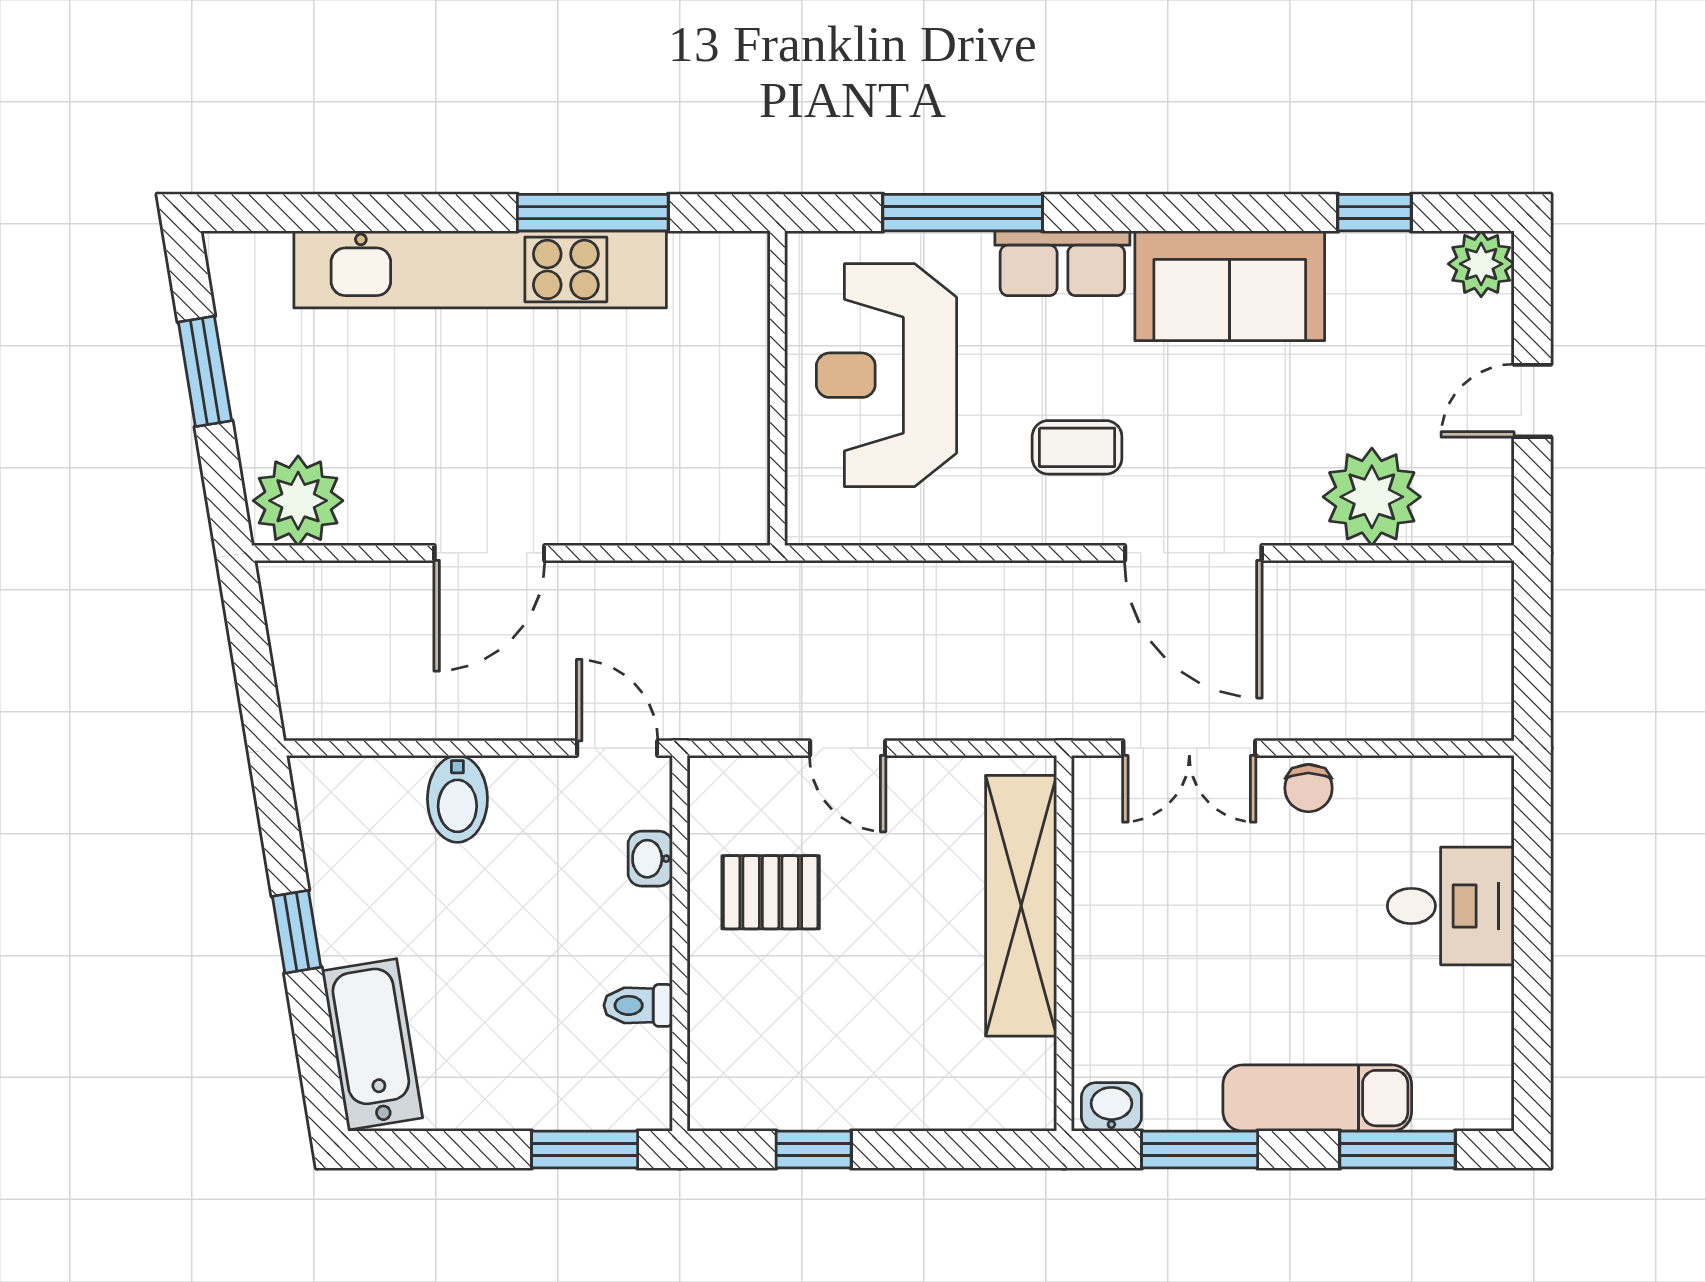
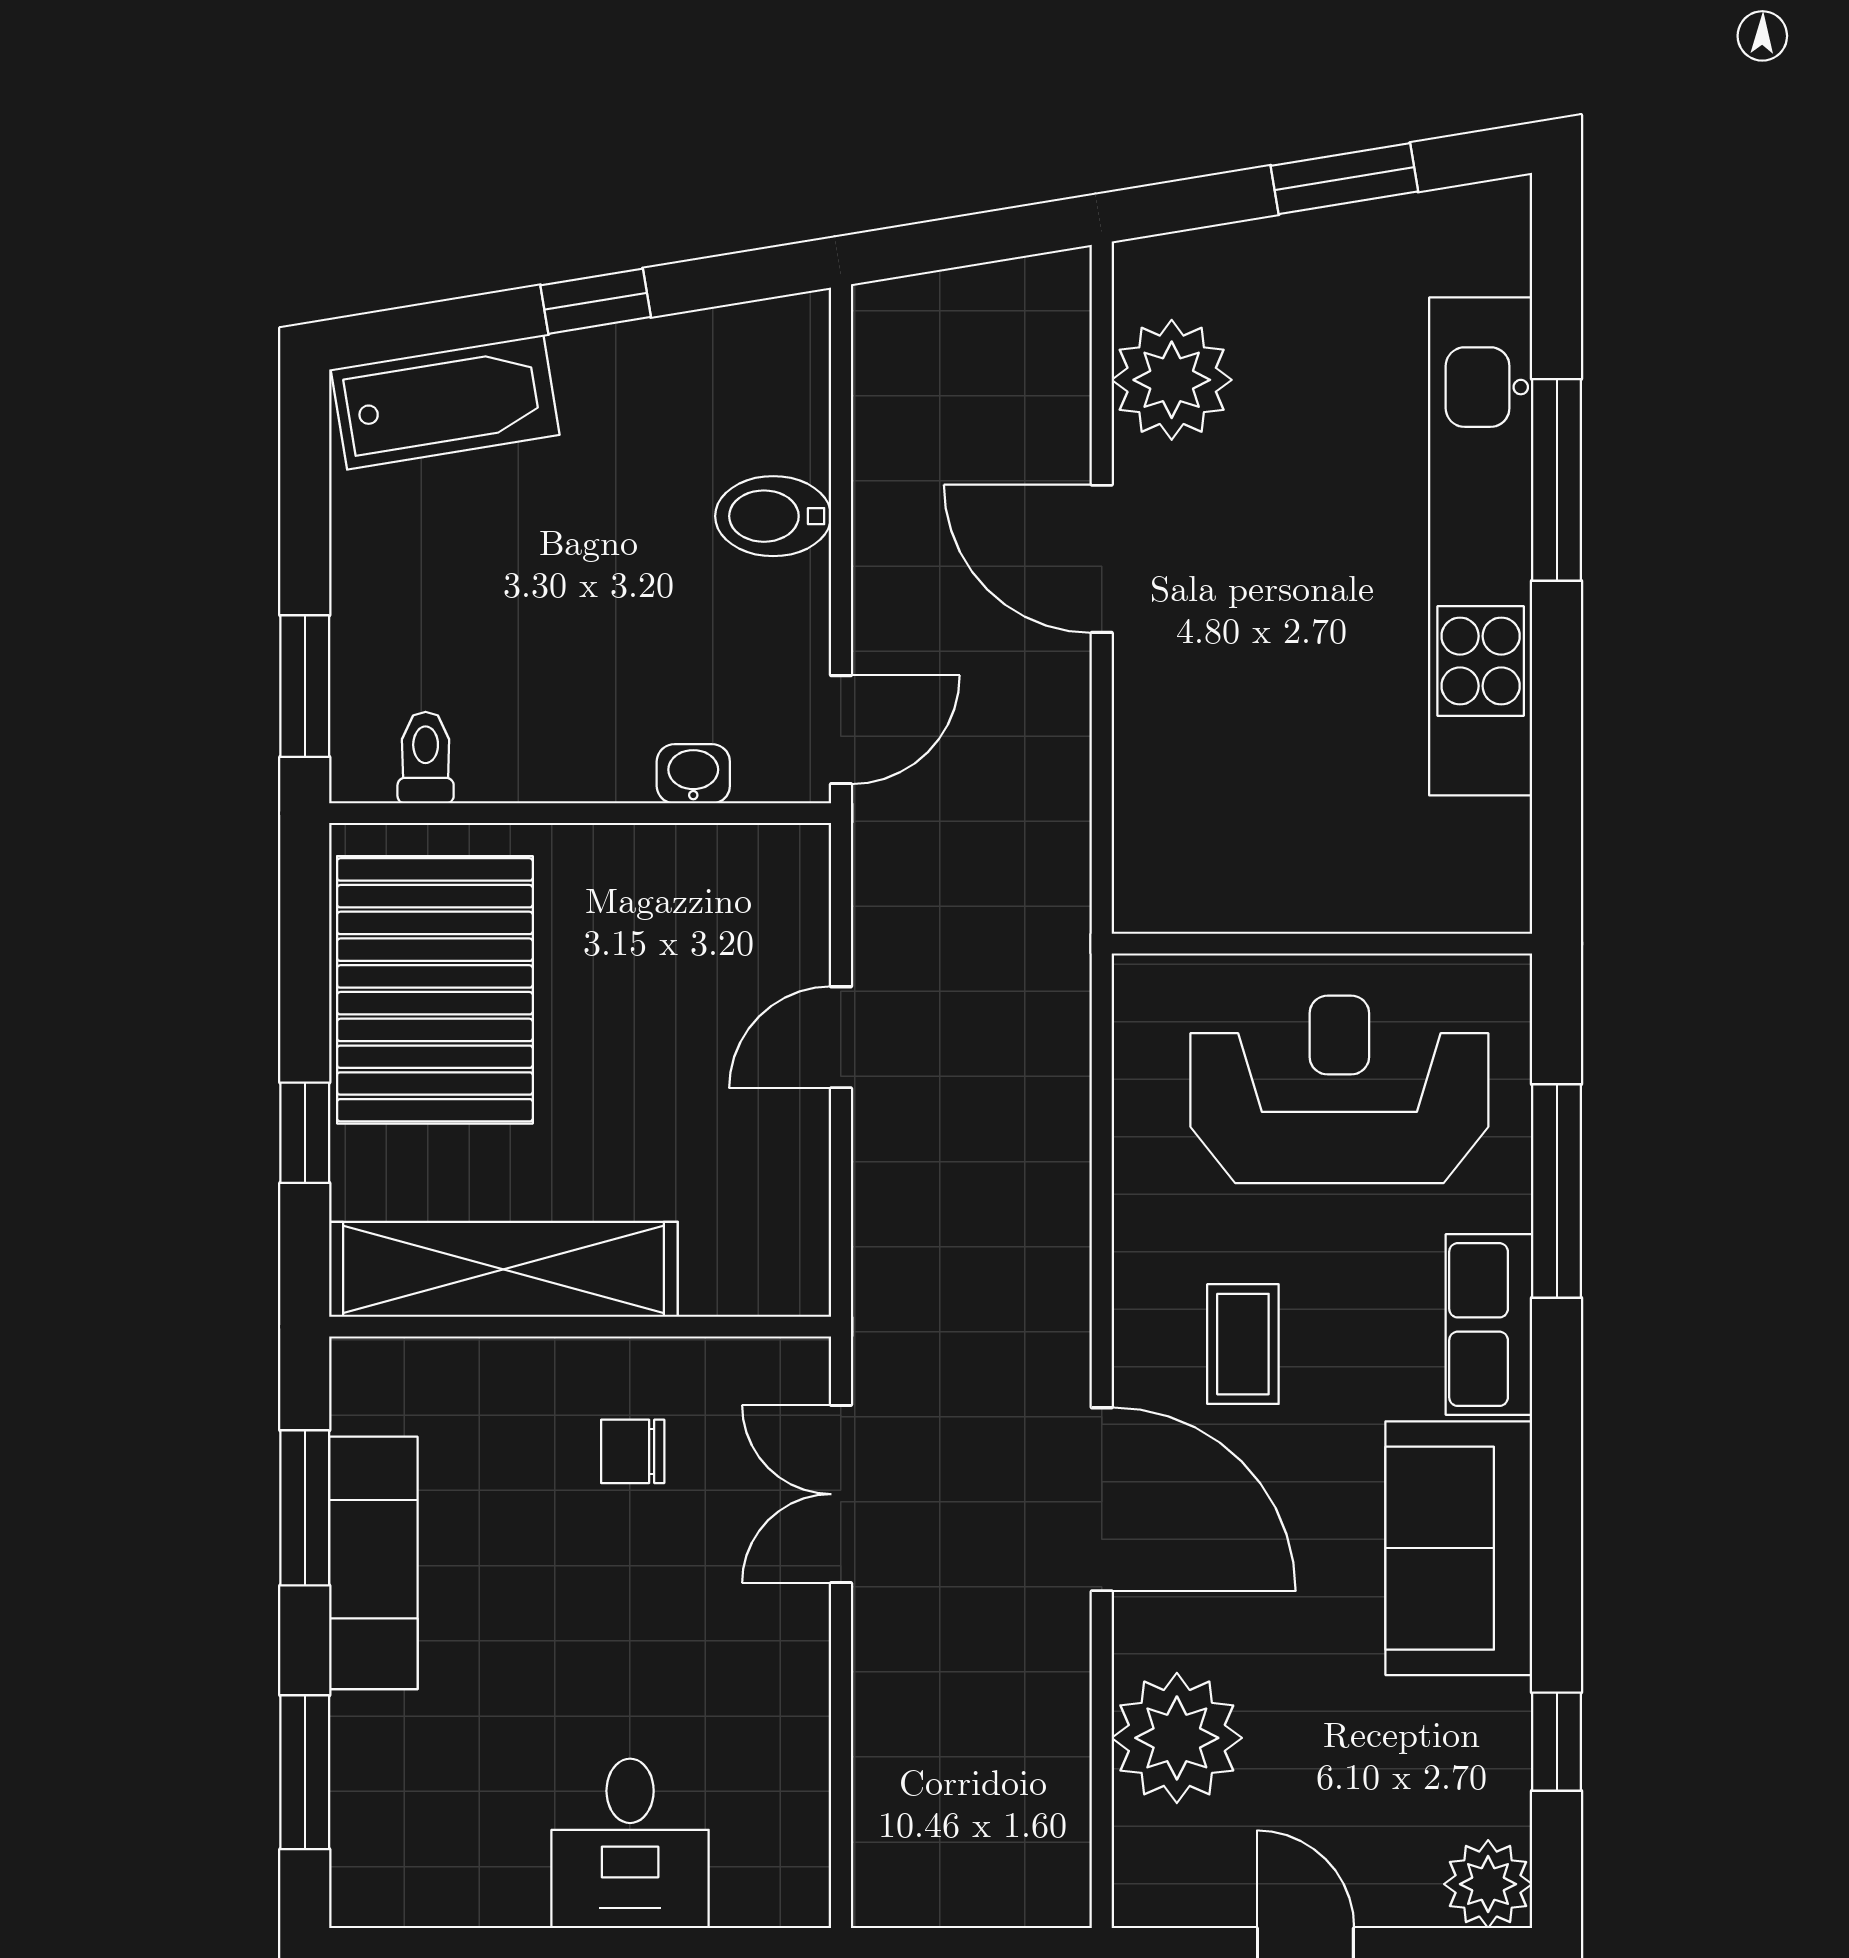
window: (593, 213) -> (1557, 480), moved
plant: (298, 501) -> (1172, 380), moved
door: (1193, 553) -> (1102, 1499), swing flipped
chair: (1308, 788) -> (633, 1451), moved
pallet: (771, 892) -> (435, 990), moved, width x2.05, depth x2.00
shelving: (1021, 906) -> (503, 1269), moved
toilet: (638, 1005) -> (426, 758), moved
exam couch: (1317, 1098) -> (373, 1563), moved
washbasin: (1111, 1107) -> (362, 1390), removed
window: (814, 1149) -> (305, 1133), moved

